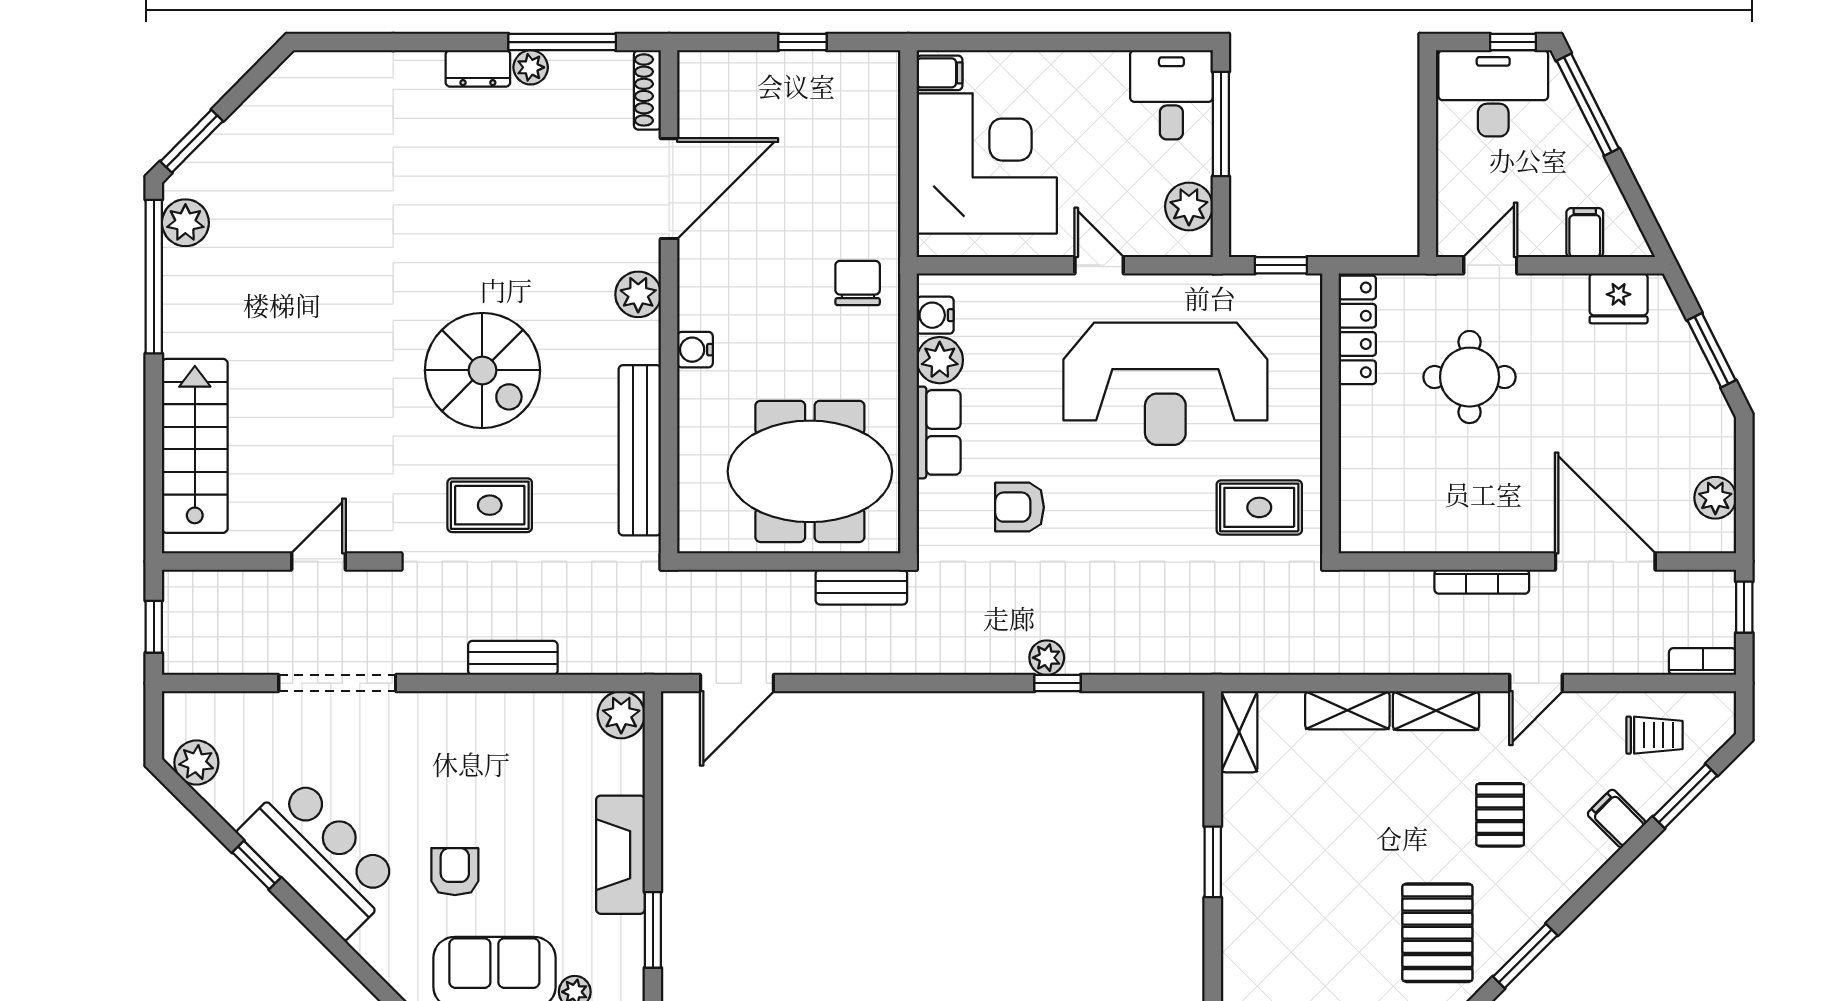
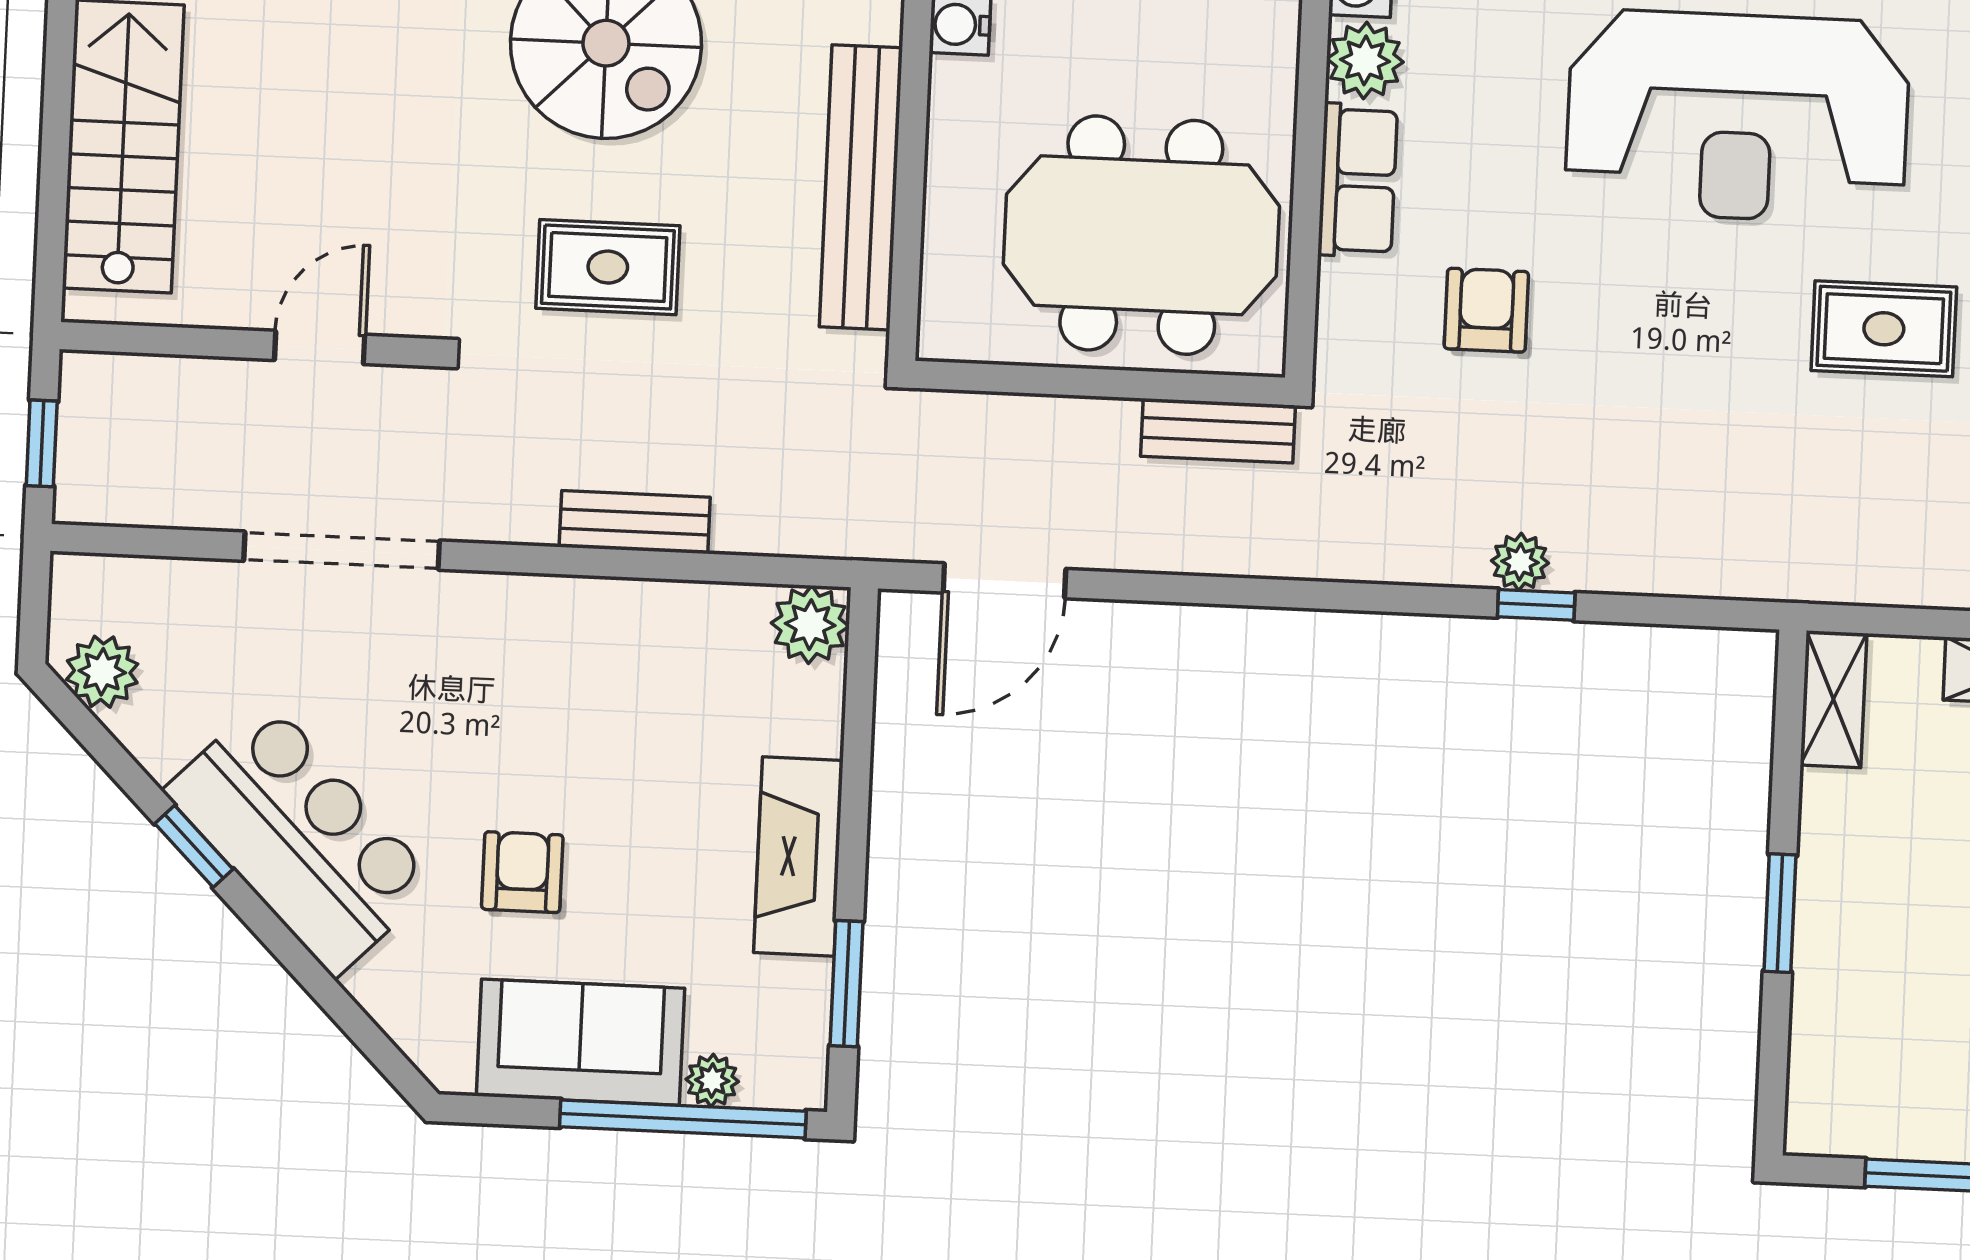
armchair: (1020, 507) -> (1486, 310), turned 90

